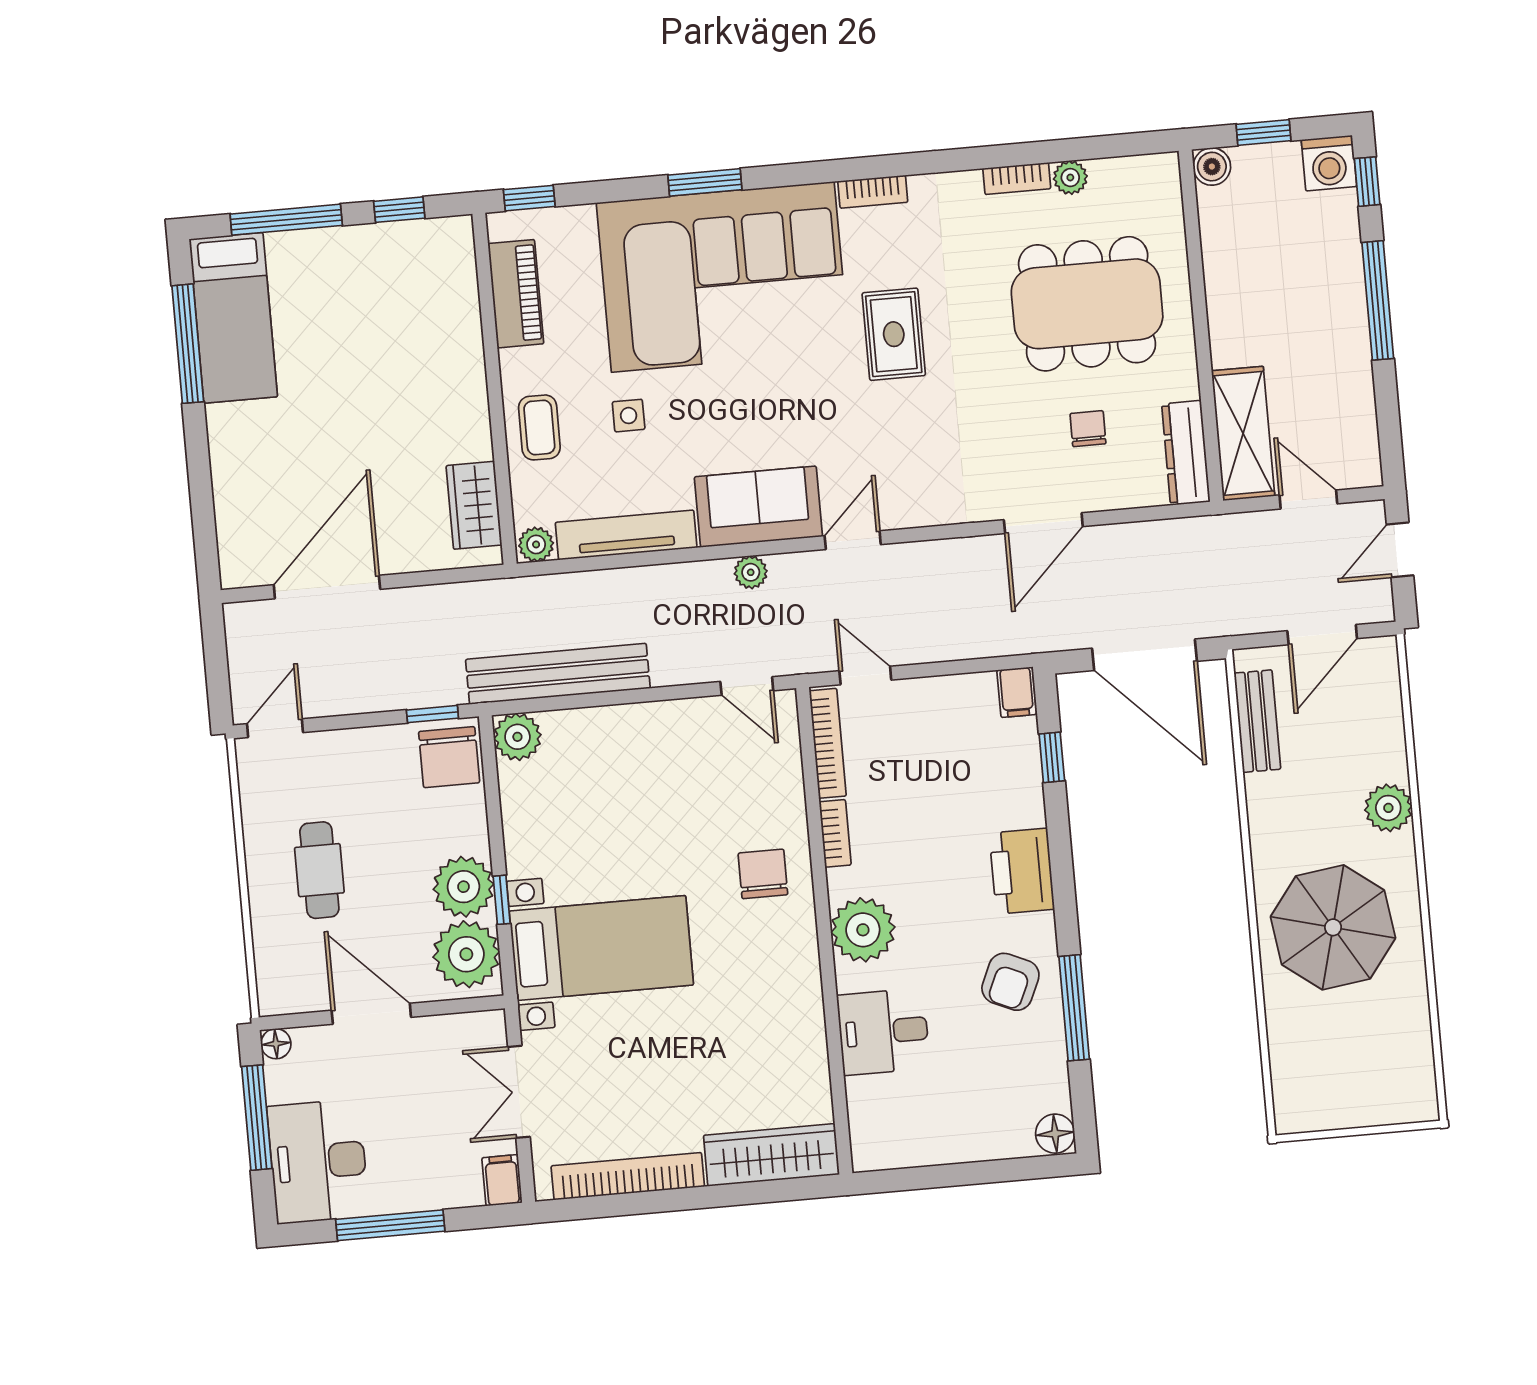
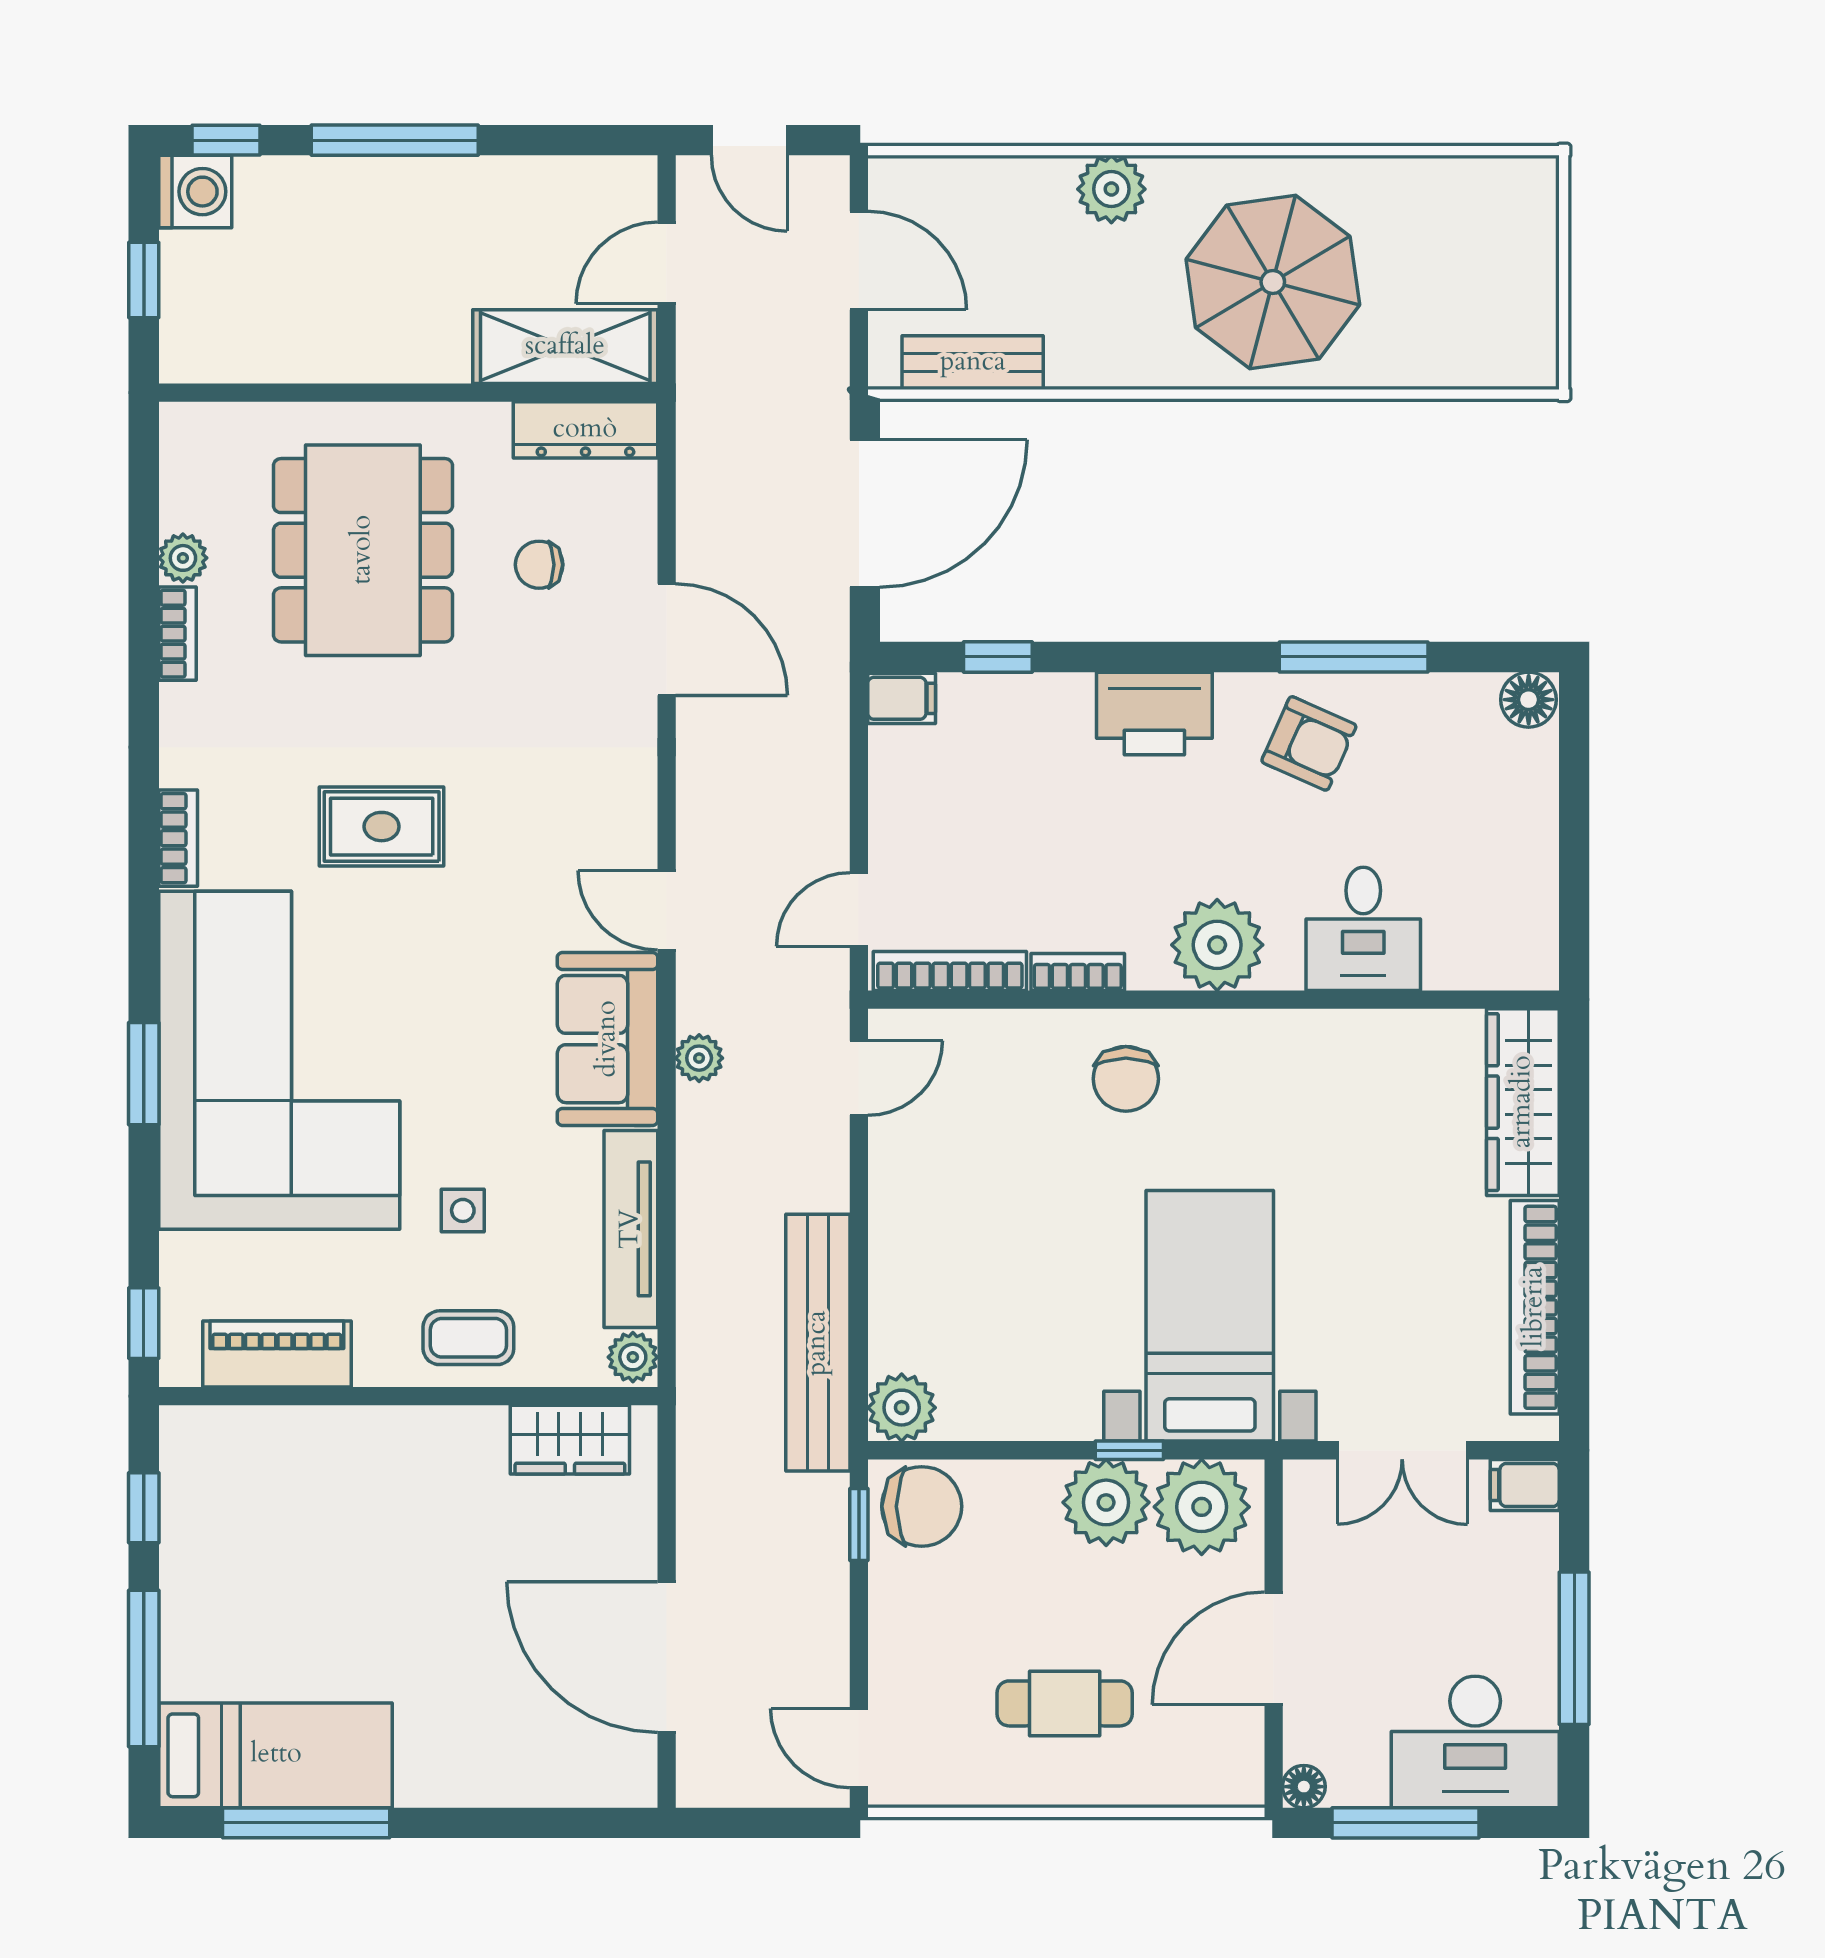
boiler: (1212, 167) -> (185, 357), removed
chair: (763, 874) -> (1126, 1079), turned -90

